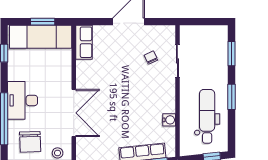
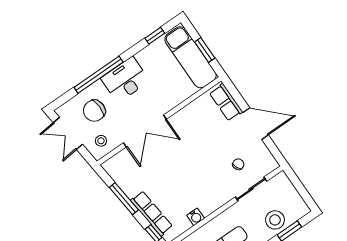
row of seats: (84, 42) -> (226, 102), moved, turned 90
stool: (215, 59) -> (275, 220), added

